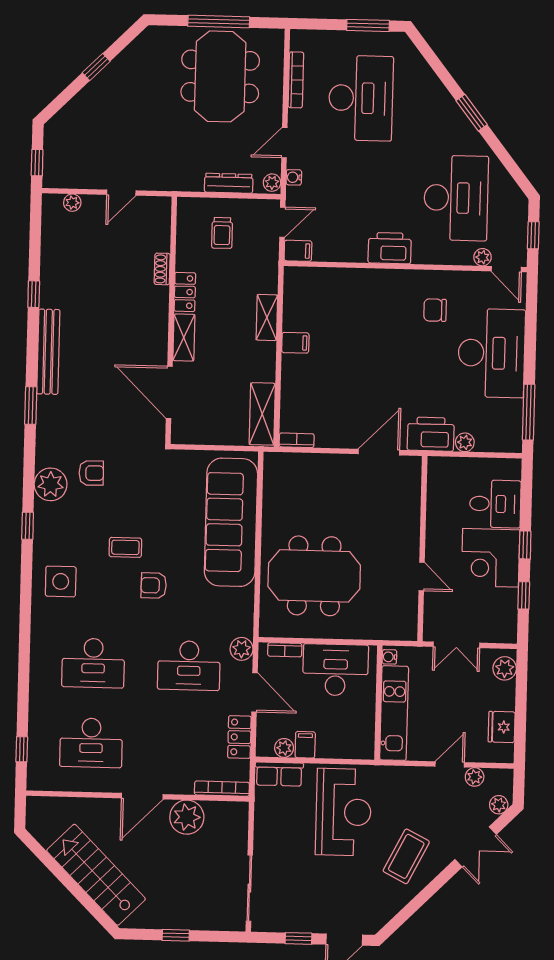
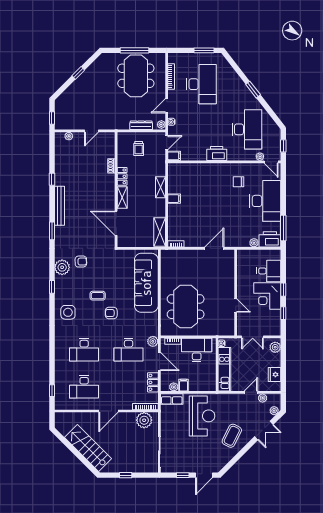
printer: (431, 434) -> (270, 239), moved
meeting table: (314, 576) -> (186, 307), turned 90
plant: (187, 817) -> (144, 420), moved

